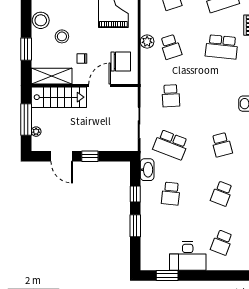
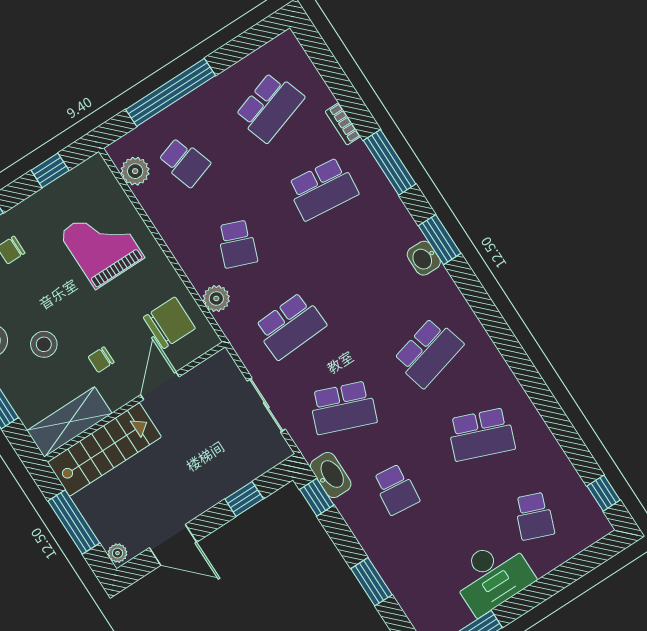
plant: (147, 42) -> (216, 298), moved
school desk: (171, 47) -> (237, 244), turned 39
school desk: (171, 96) -> (290, 326), width x1.85
plant: (36, 132) -> (117, 553), moved
school desk: (222, 145) -> (428, 352), width x1.85
window: (90, 156) -> (244, 499), moved
window: (135, 194) -> (317, 497), moved
school desk: (222, 194) -> (481, 434), width x1.85

